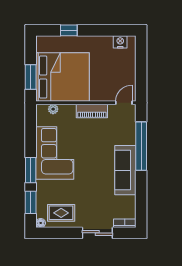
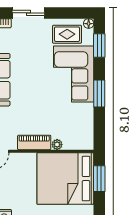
plant: (53, 109) -> (57, 145), moved
corner sofa: (55, 153) -> (74, 74), moved
window: (31, 170) -> (99, 94), moved

